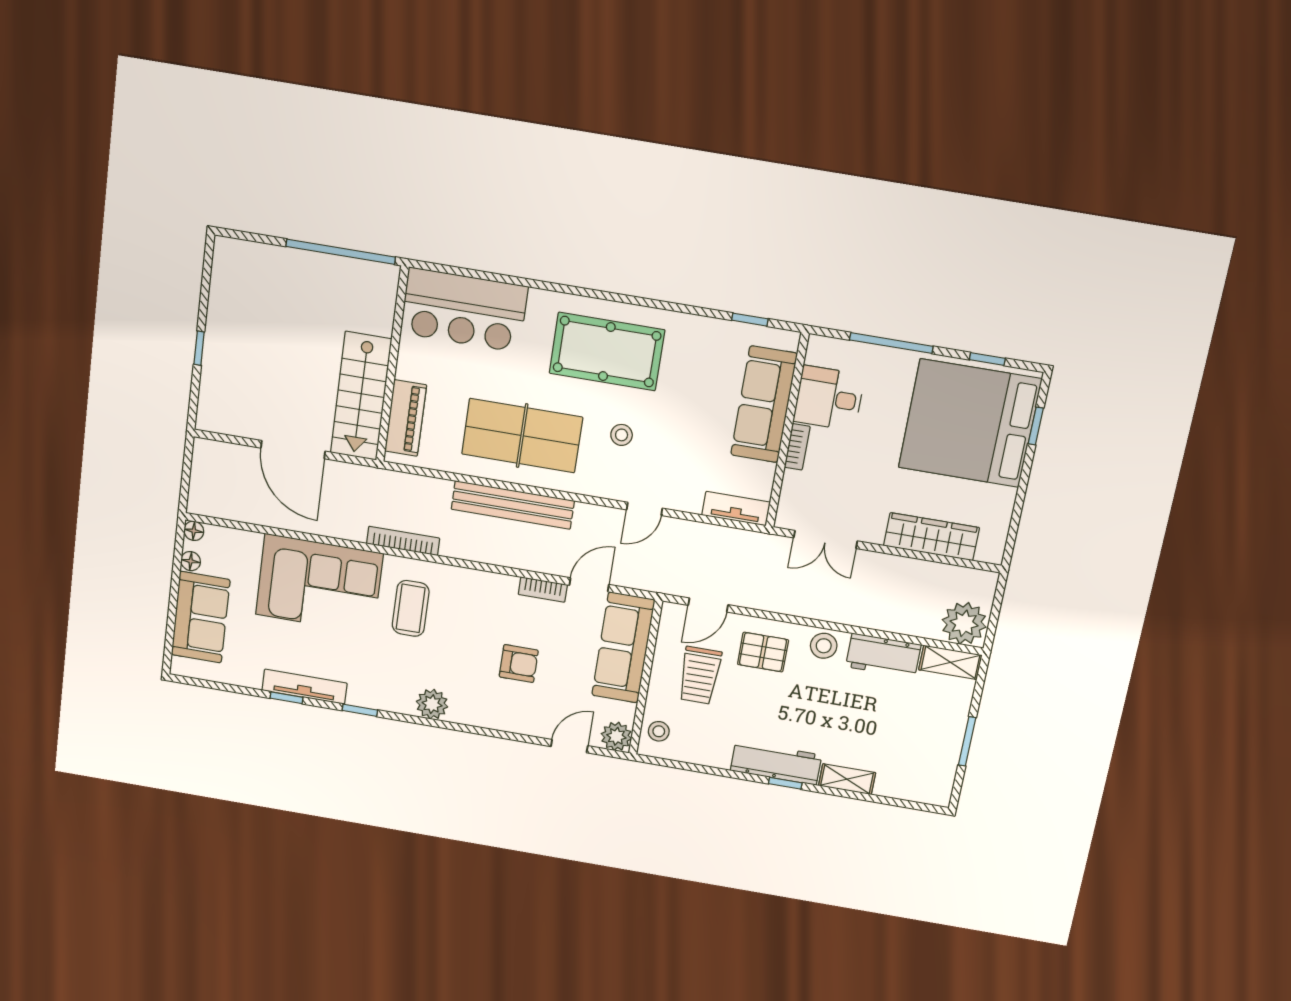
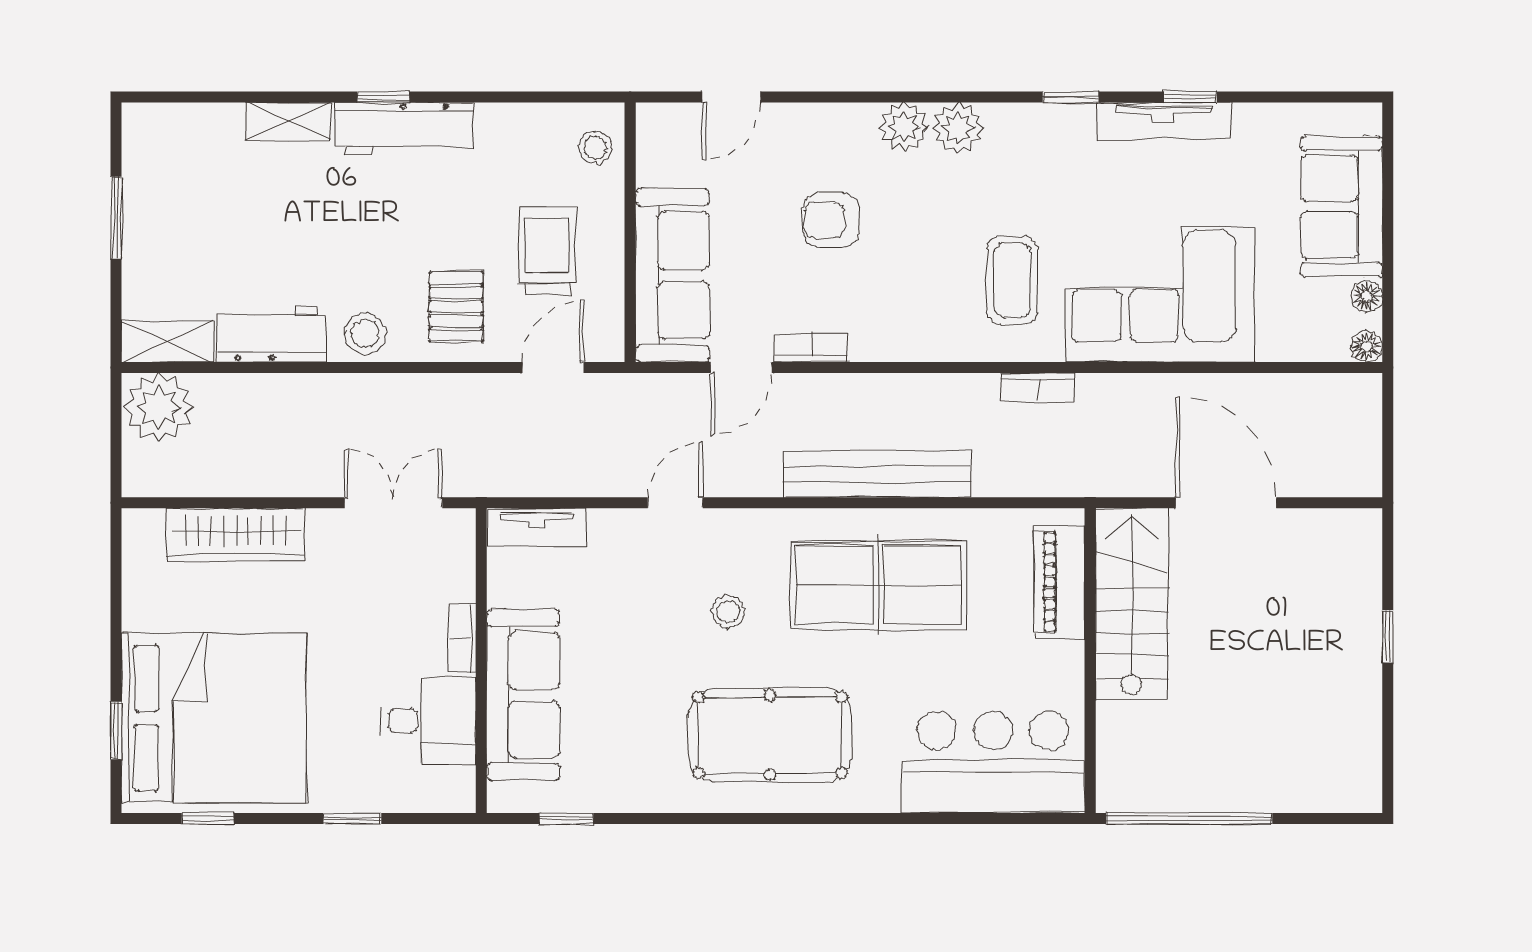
window: (891, 343) -> (352, 818), width x0.46
bookcase: (403, 541) -> (1038, 387), width x0.64
pallet: (763, 652) -> (456, 307), turned 90
plant: (616, 736) -> (904, 127), moved

